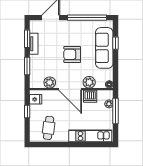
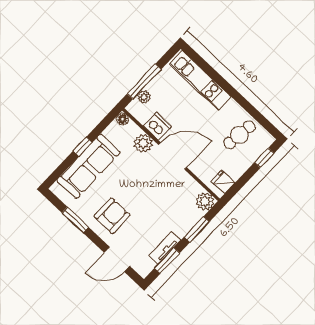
window: (87, 18) -> (75, 220), width x0.47
window: (116, 43) -> (83, 147), moved
armchair: (72, 54) -> (112, 216), moved, turned -90
plant: (50, 82) -> (205, 201), moved
door: (70, 89) -> (173, 156), hinge flipped
window: (27, 111) -> (264, 158), moved

